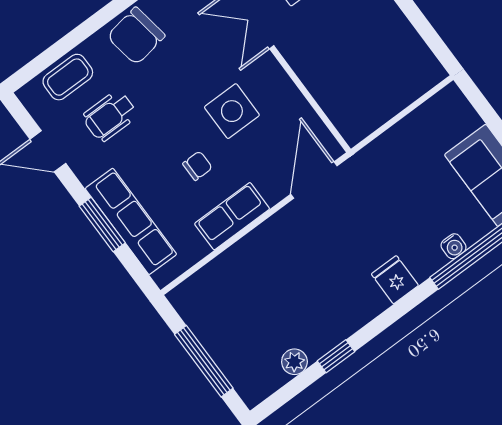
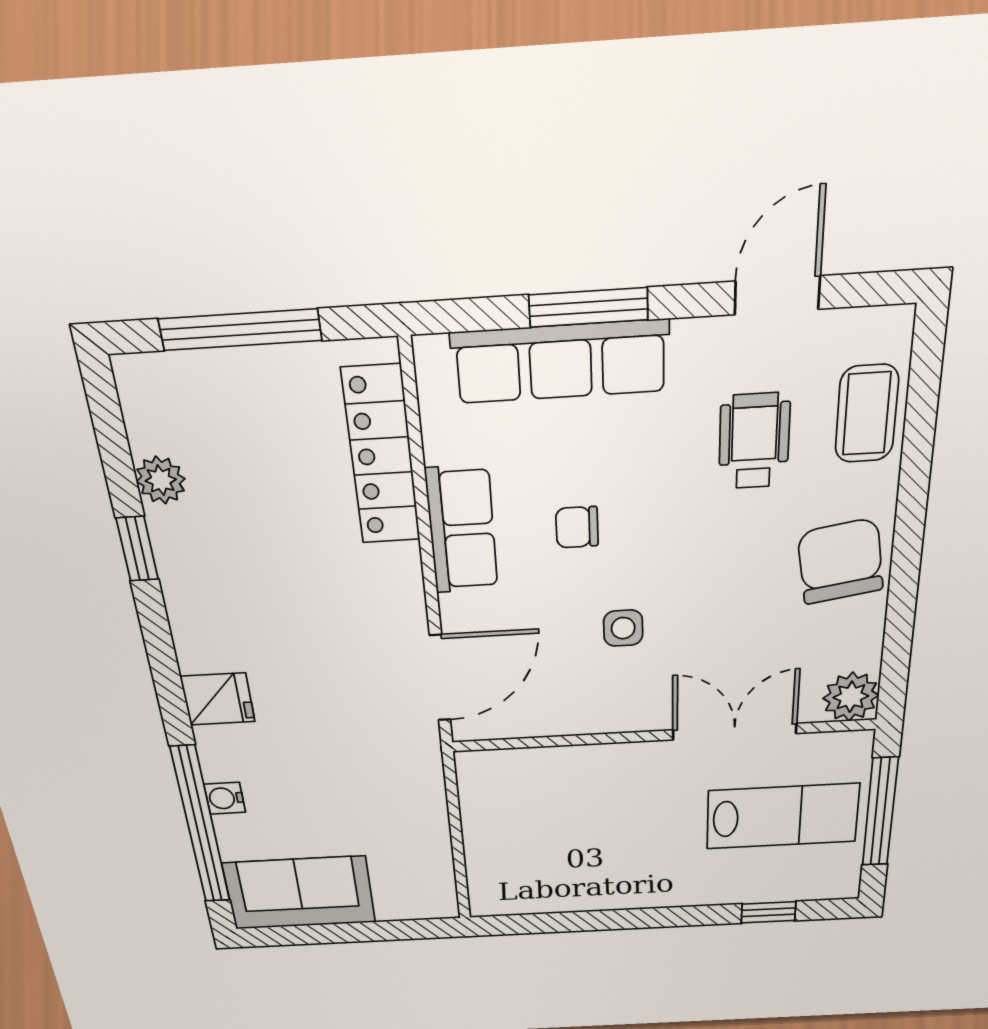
side table: (232, 111) -> (623, 628), width x0.54, depth x0.54
chair: (197, 166) -> (577, 527), turned 90
door: (314, 180) -> (440, 678), hinge flipped
locker: (221, 272) -> (381, 456), added

